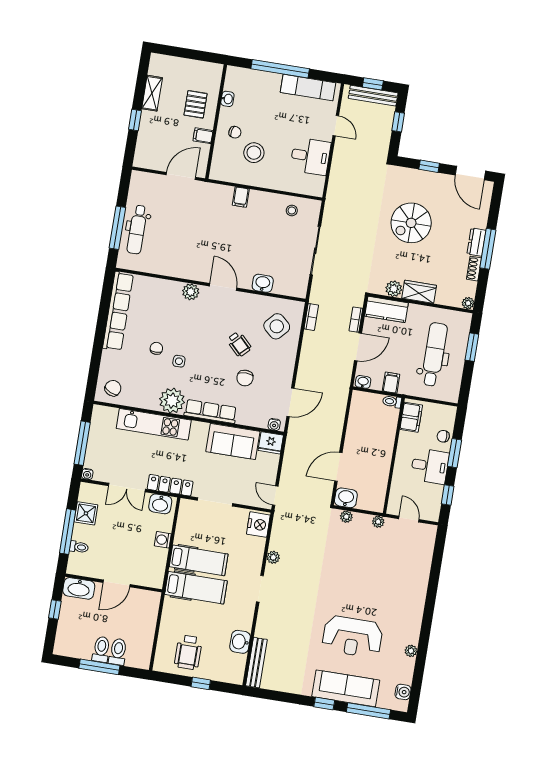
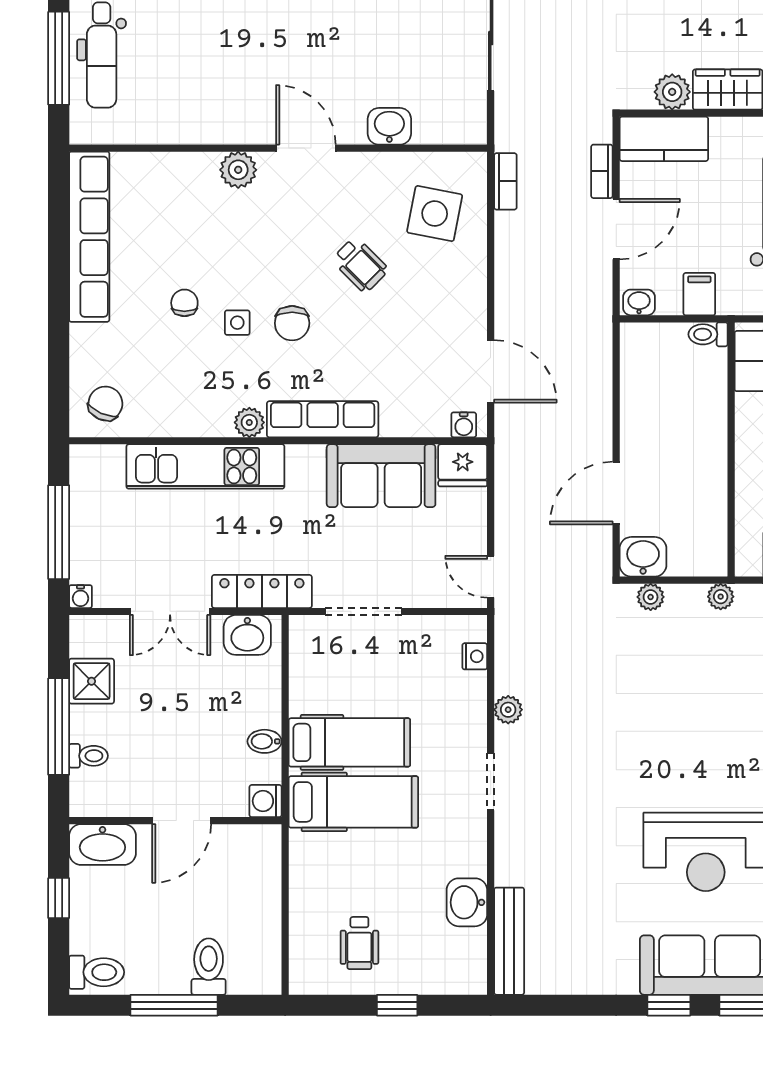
side table: (277, 326) -> (435, 214), turned -31
chair: (245, 378) -> (292, 323), moved
plant: (172, 401) -> (249, 422), width x0.53, depth x0.53
door: (290, 402) -> (491, 371), hinge flipped
nightstand: (258, 525) -> (475, 656), width x0.53, depth x0.56
washing machine: (163, 540) -> (266, 801), moved
bidet: (160, 554) -> (265, 741), added
toilet: (101, 649) -> (97, 972), moved, turned 90
wheelchair: (188, 652) -> (359, 943), width x0.73, depth x0.73

